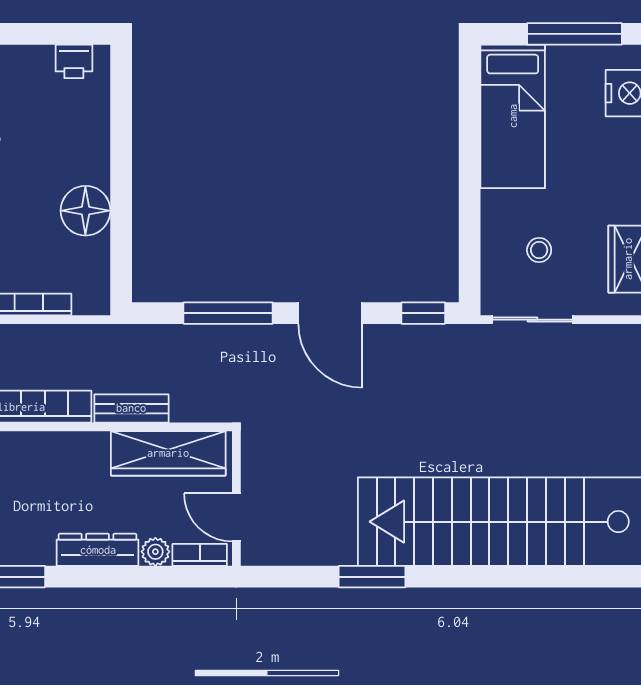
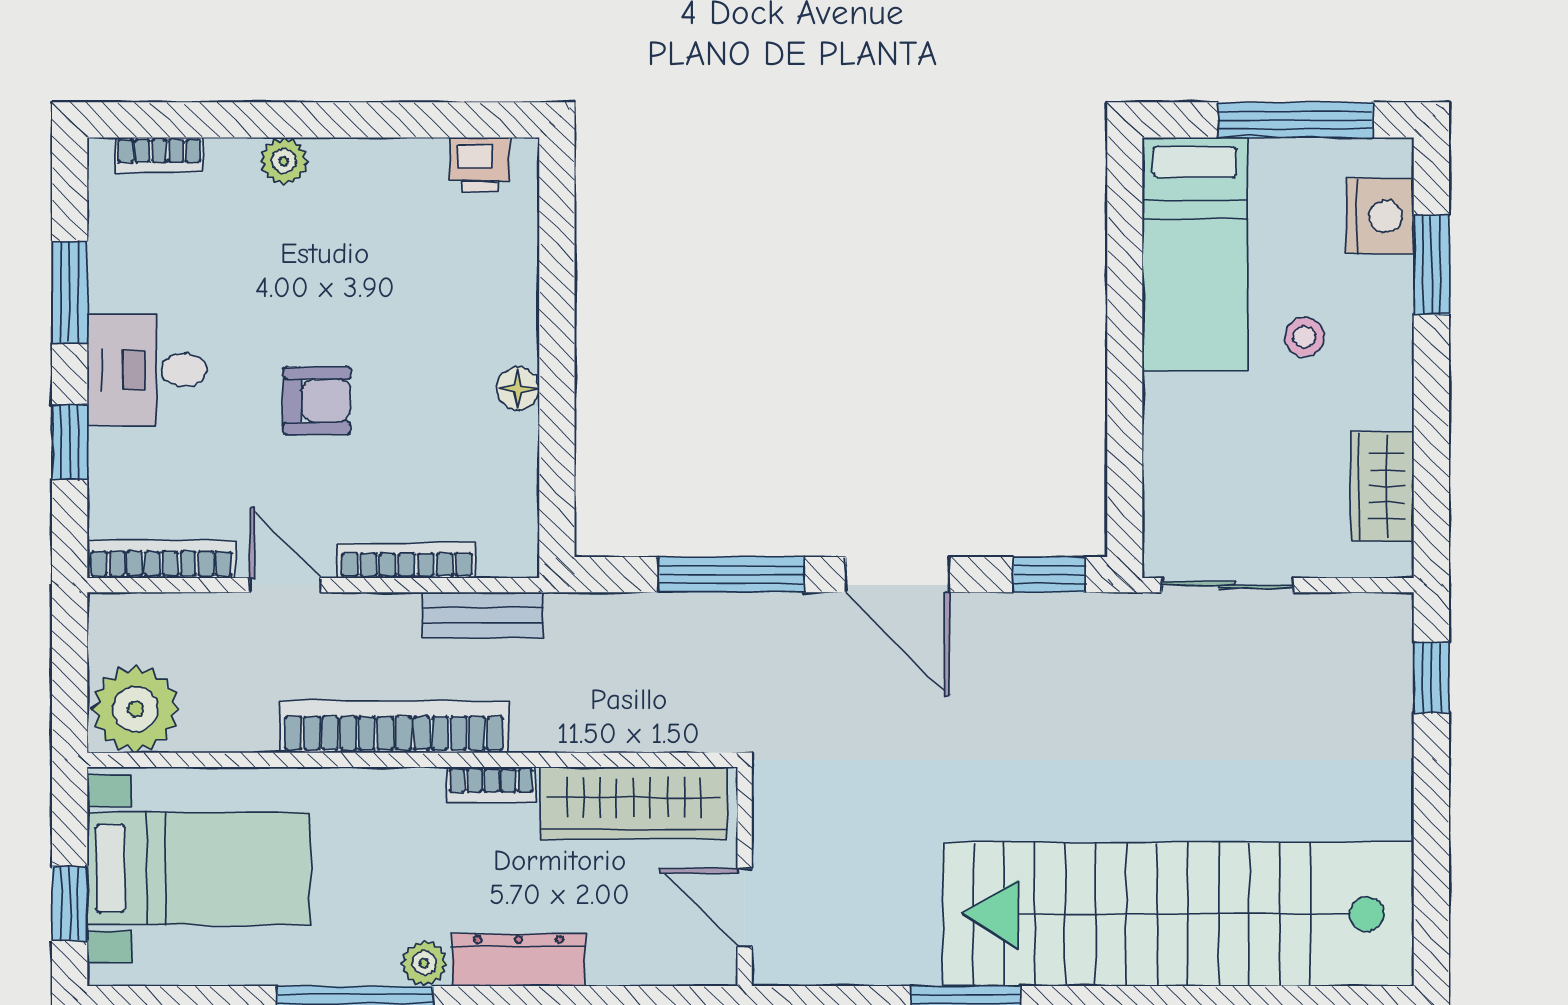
floor lamp: (85, 211) -> (518, 389), width x0.53, depth x0.53
stool: (539, 250) -> (1304, 337), moved
bench: (131, 408) -> (483, 615), moved
plant: (155, 552) -> (424, 963), moved
bookcase: (200, 555) -> (491, 785), moved, turned 180

